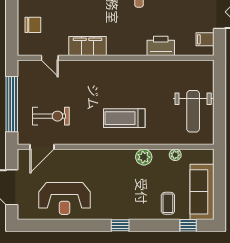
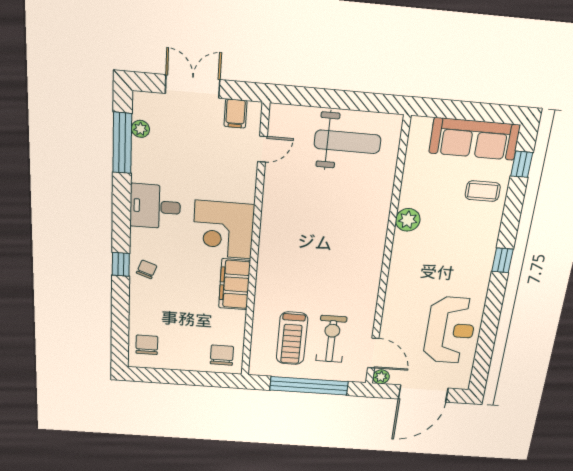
chair: (33, 25) -> (222, 355), moved
corner desk: (127, 36) -> (223, 230), added
printer: (161, 46) -> (241, 182), removed
door: (50, 58) -> (262, 149), moved
treadmill: (124, 118) -> (292, 338), moved
plant: (175, 155) -> (381, 377), moved

